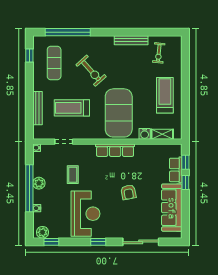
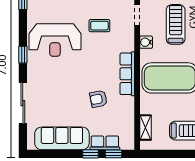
water cooler: (145, 134) -> (146, 42), moved
armchair: (128, 192) -> (98, 99), moved

